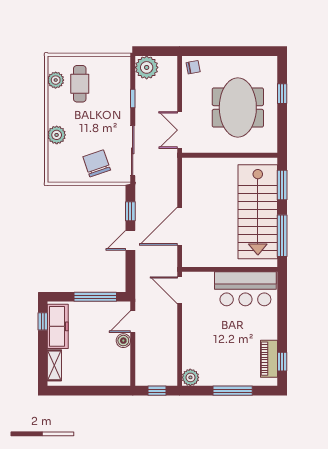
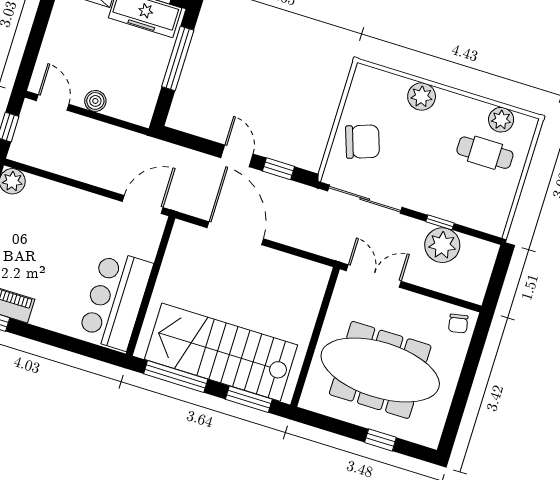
plant: (147, 67) -> (442, 245), moved
meeting table: (238, 108) -> (380, 370), width x1.36
window: (95, 297) -> (178, 58), moved
door: (133, 322) -> (53, 103), moved

